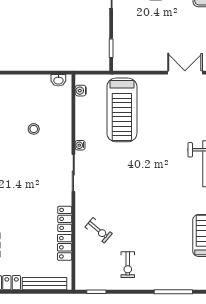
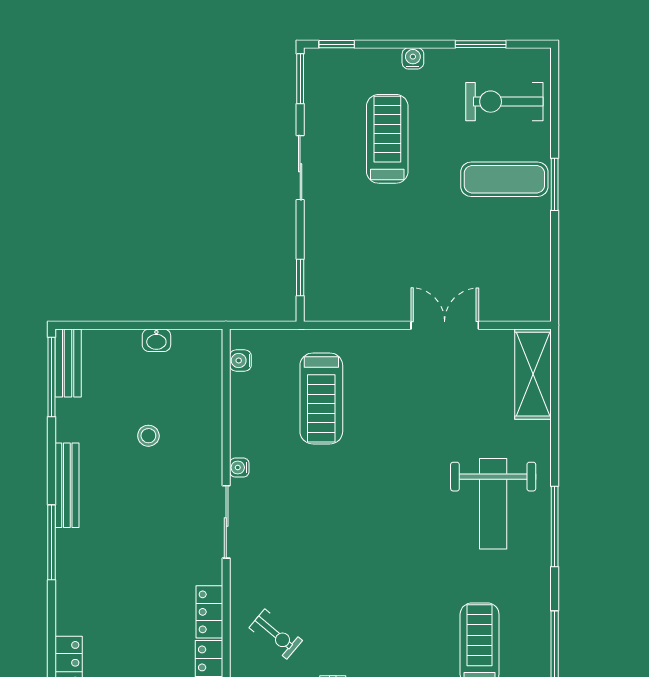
washbasin: (58, 80) -> (156, 340), moved
treadmill: (122, 110) -> (321, 398), width x0.73, depth x0.73

